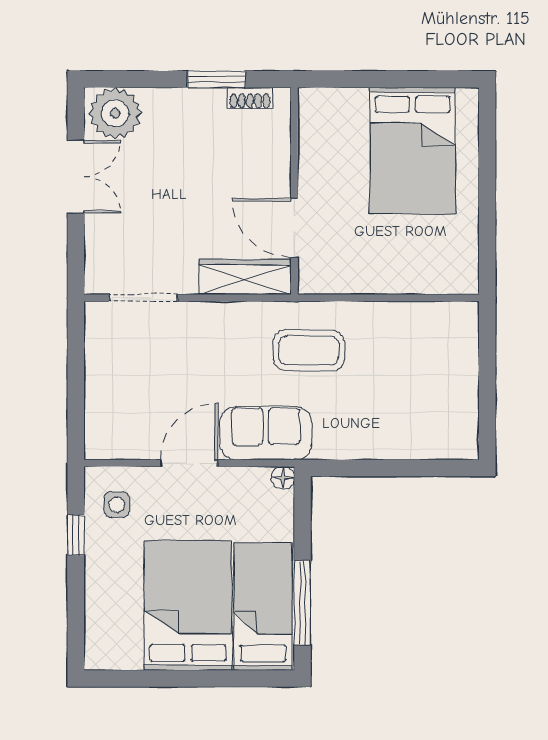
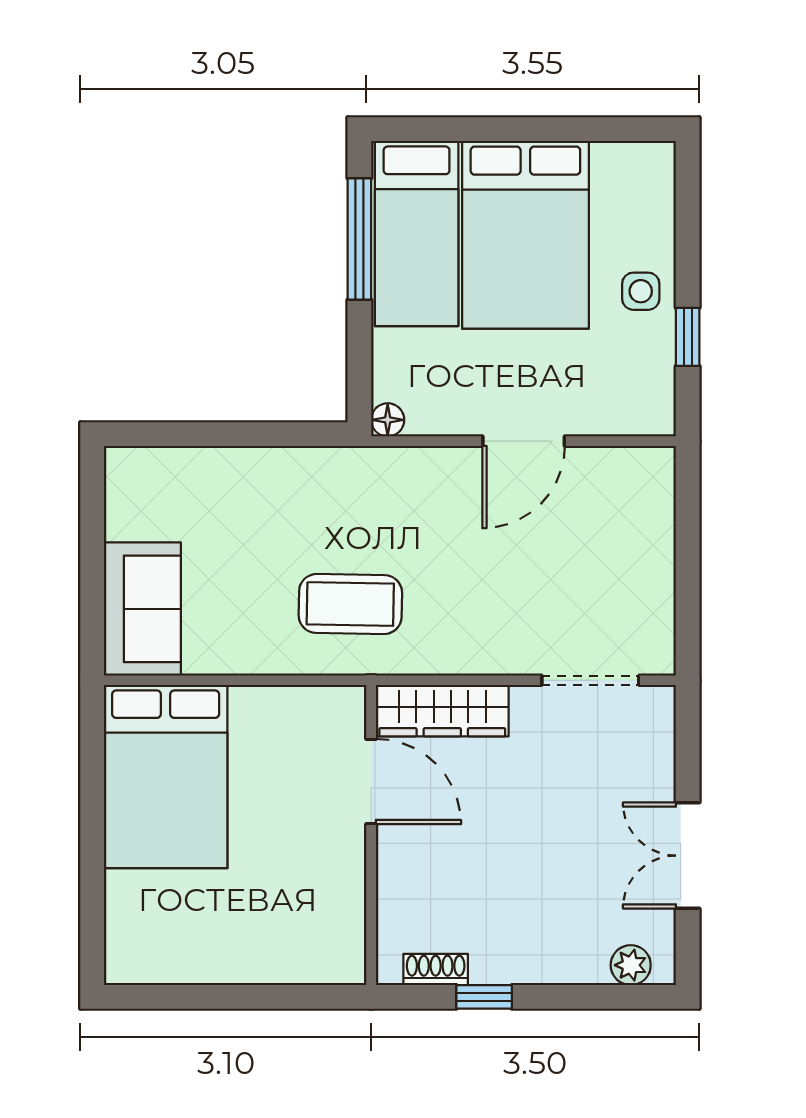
window: (216, 79) -> (484, 997), width x0.67
plant: (115, 113) -> (631, 965), width x0.53, depth x0.53
bed: (412, 151) -> (166, 777), moved, turned 180
sofa: (266, 433) -> (142, 609), moved, turned -90
side table: (117, 505) -> (641, 291), moved

